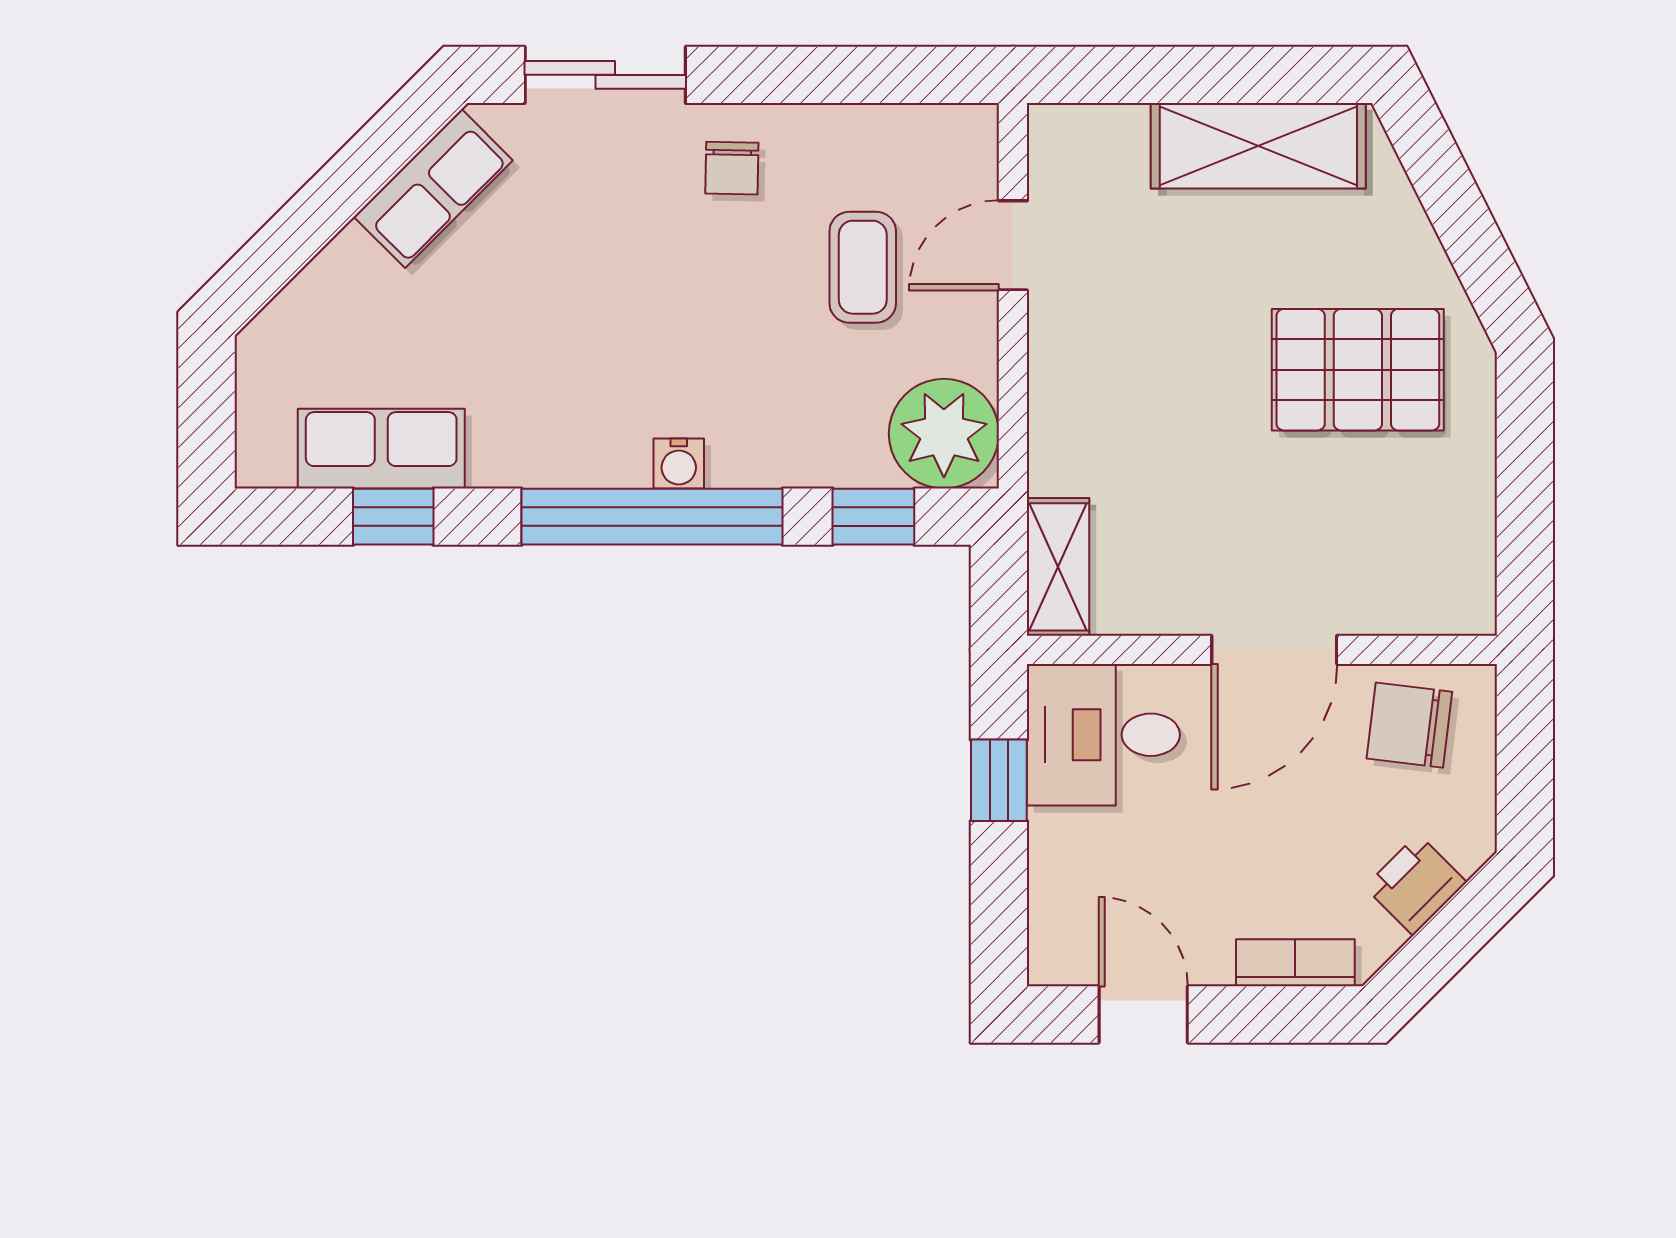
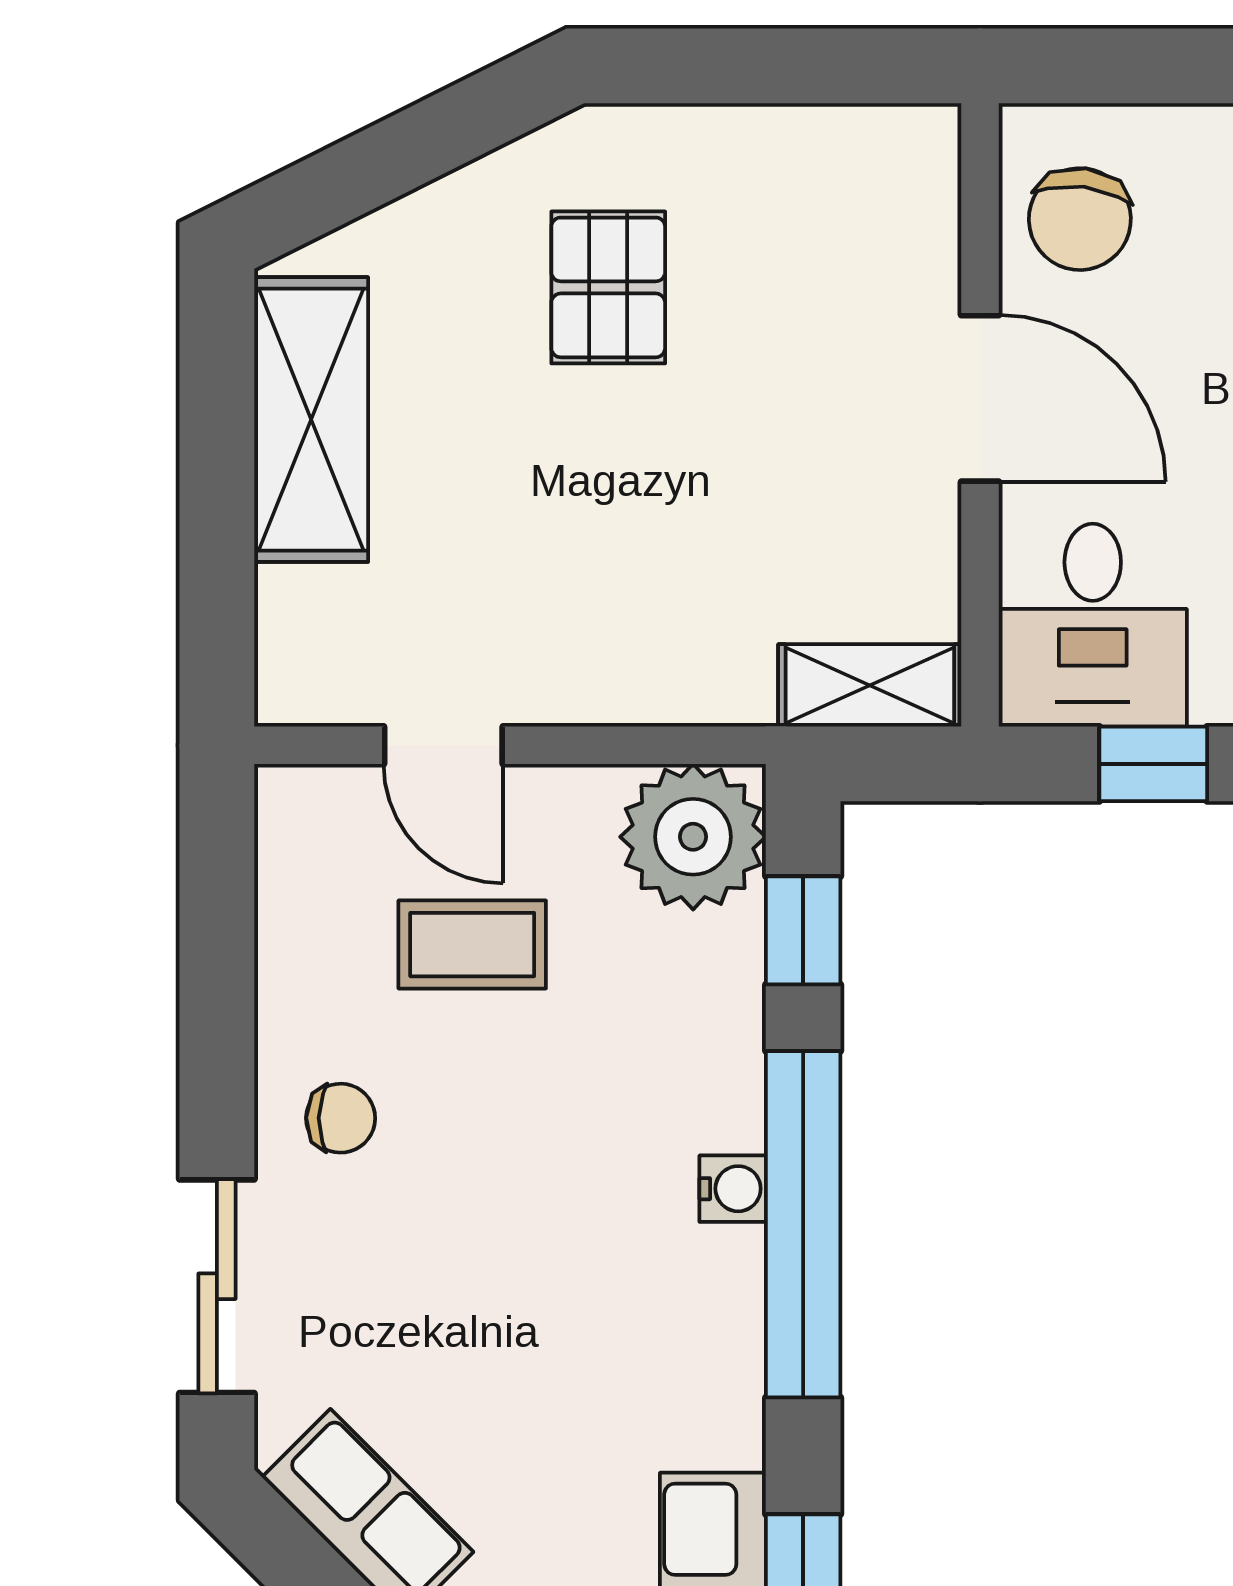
pallet: (1358, 370) -> (608, 287), width x0.67, depth x0.71

